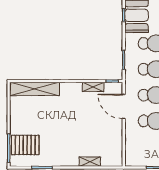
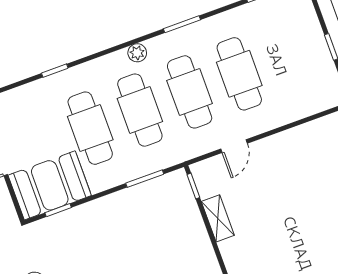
door: (124, 106) -> (234, 146), width x0.53

